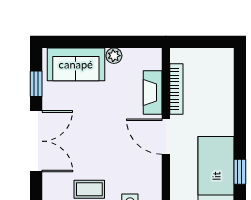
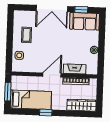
sofa: (76, 64) -> (85, 21), moved, turned -90
wardrobe: (223, 76) -> (82, 105), added
window: (240, 172) -> (46, 112), moved

